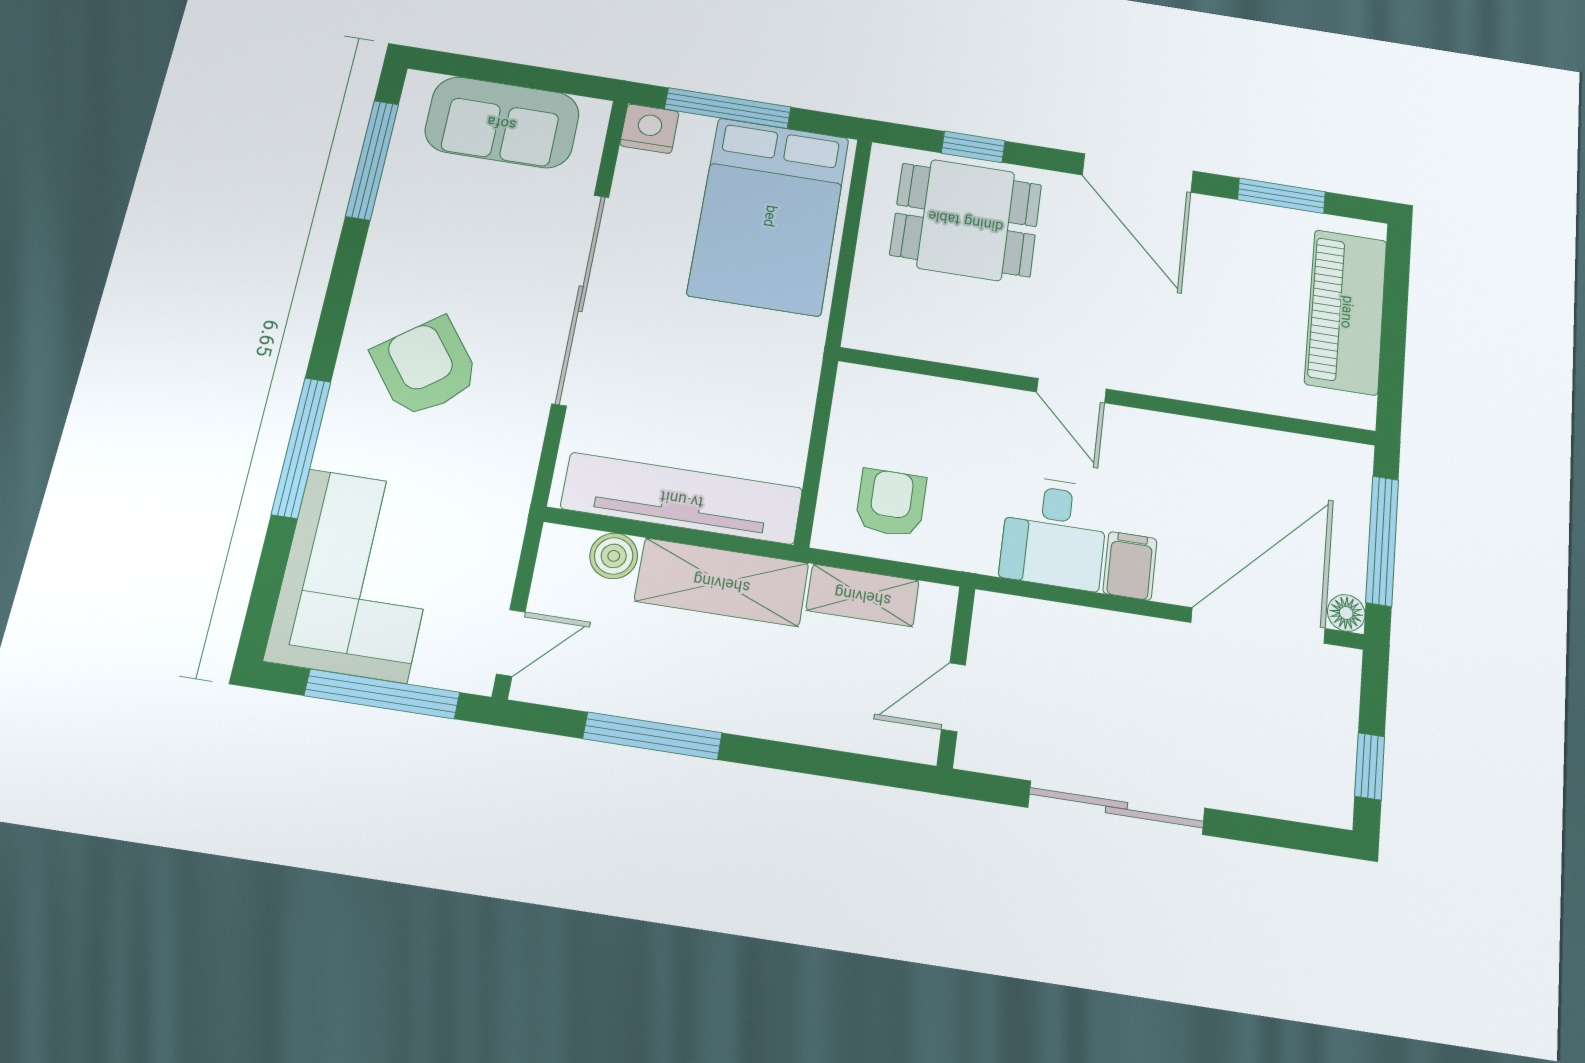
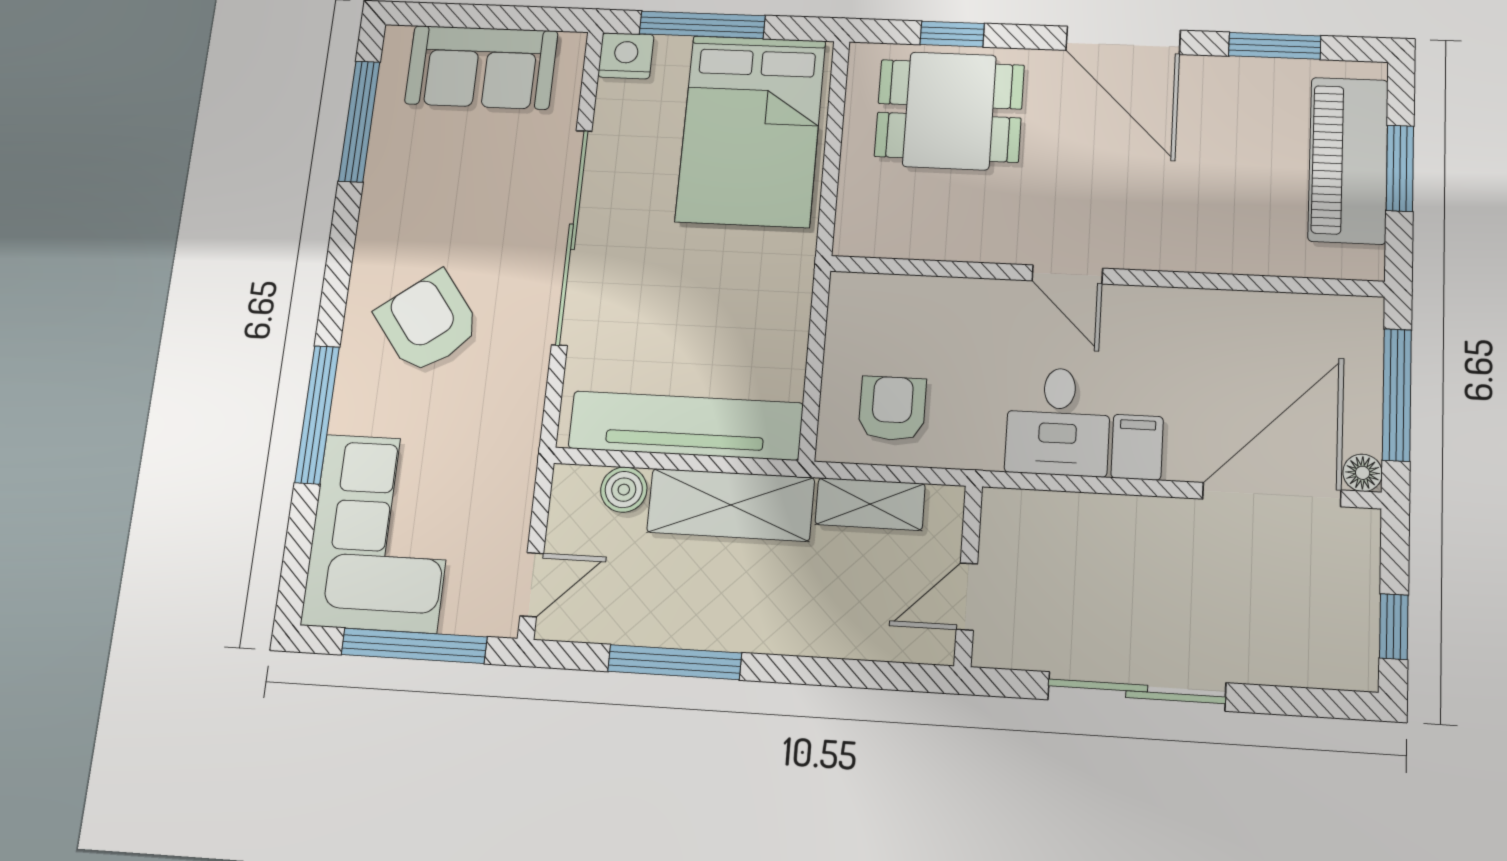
window: (1394, 325) -> (1400, 168), added

